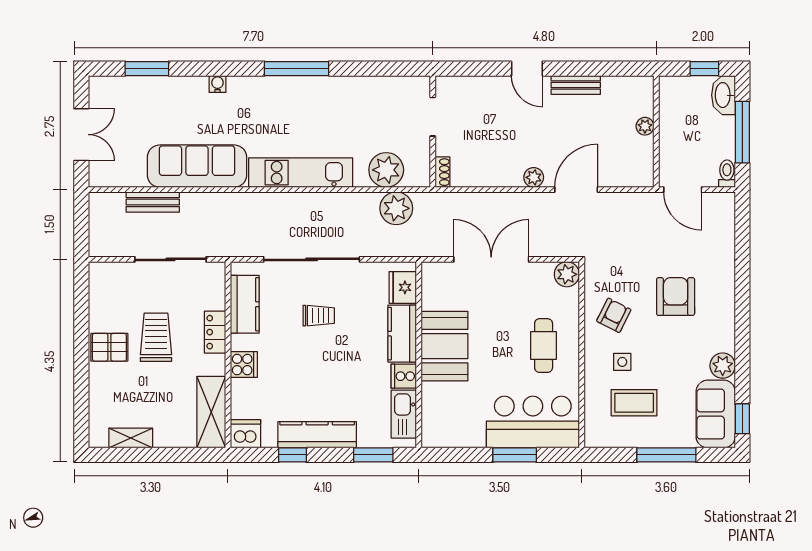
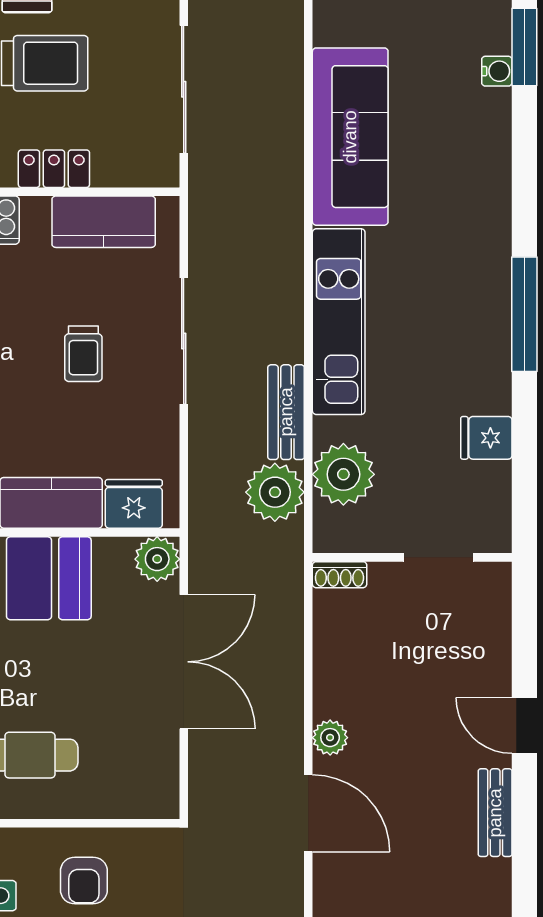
door: (527, 69) -> (524, 726), hinge flipped
water cooler: (218, 84) -> (497, 71), moved
fridge: (366, 90) -> (486, 438), added
bench: (153, 202) -> (286, 412), moved
sliding door: (312, 259) -> (184, 341), width x0.73
plant: (567, 274) -> (157, 559), moved
armchair: (614, 315) -> (84, 881), turned 63

